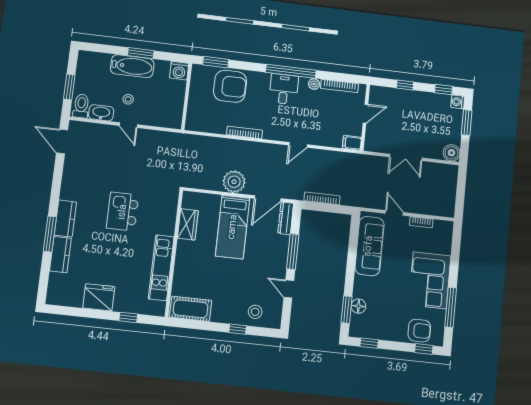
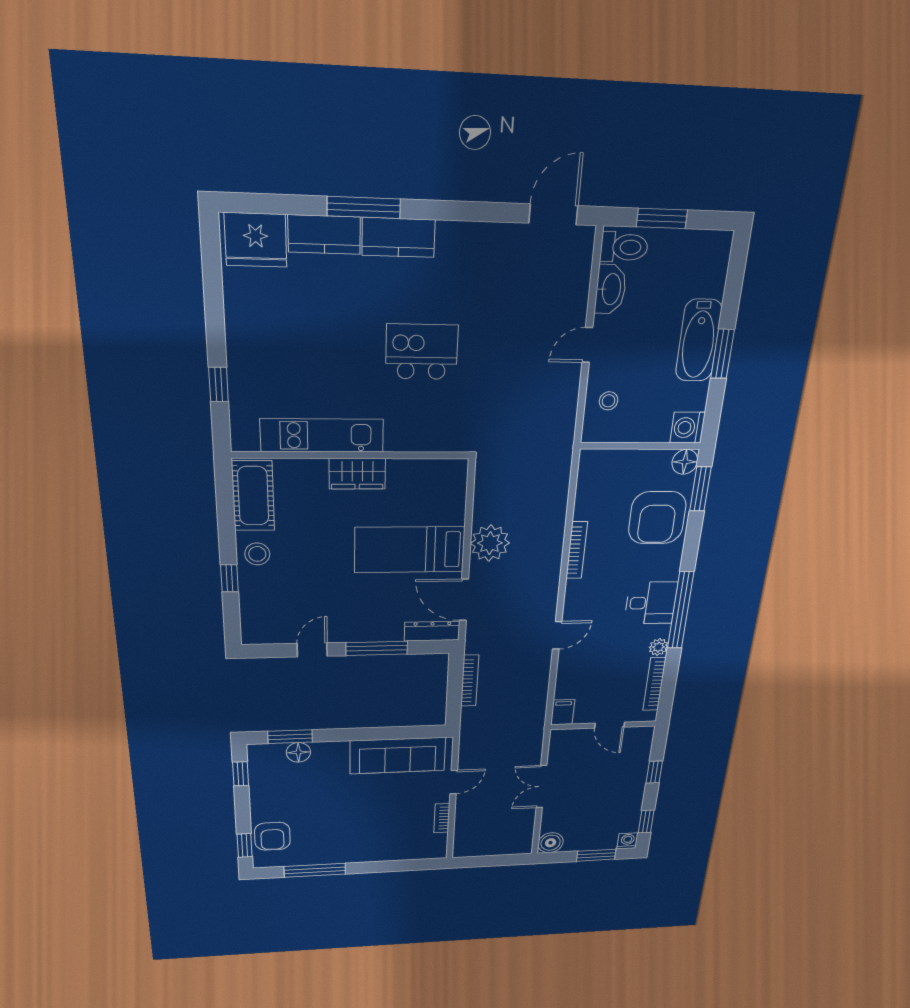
floor lamp: (199, 71) -> (685, 462), added
stool: (128, 99) -> (609, 401), moved
door: (298, 145) -> (557, 635), swing flipped
wardrobe: (188, 224) -> (357, 474), moved
corner sofa: (430, 280) -> (353, 840), removed
fridge: (99, 297) -> (256, 240), moved, turned 90
stool: (255, 312) -> (257, 554), moved

